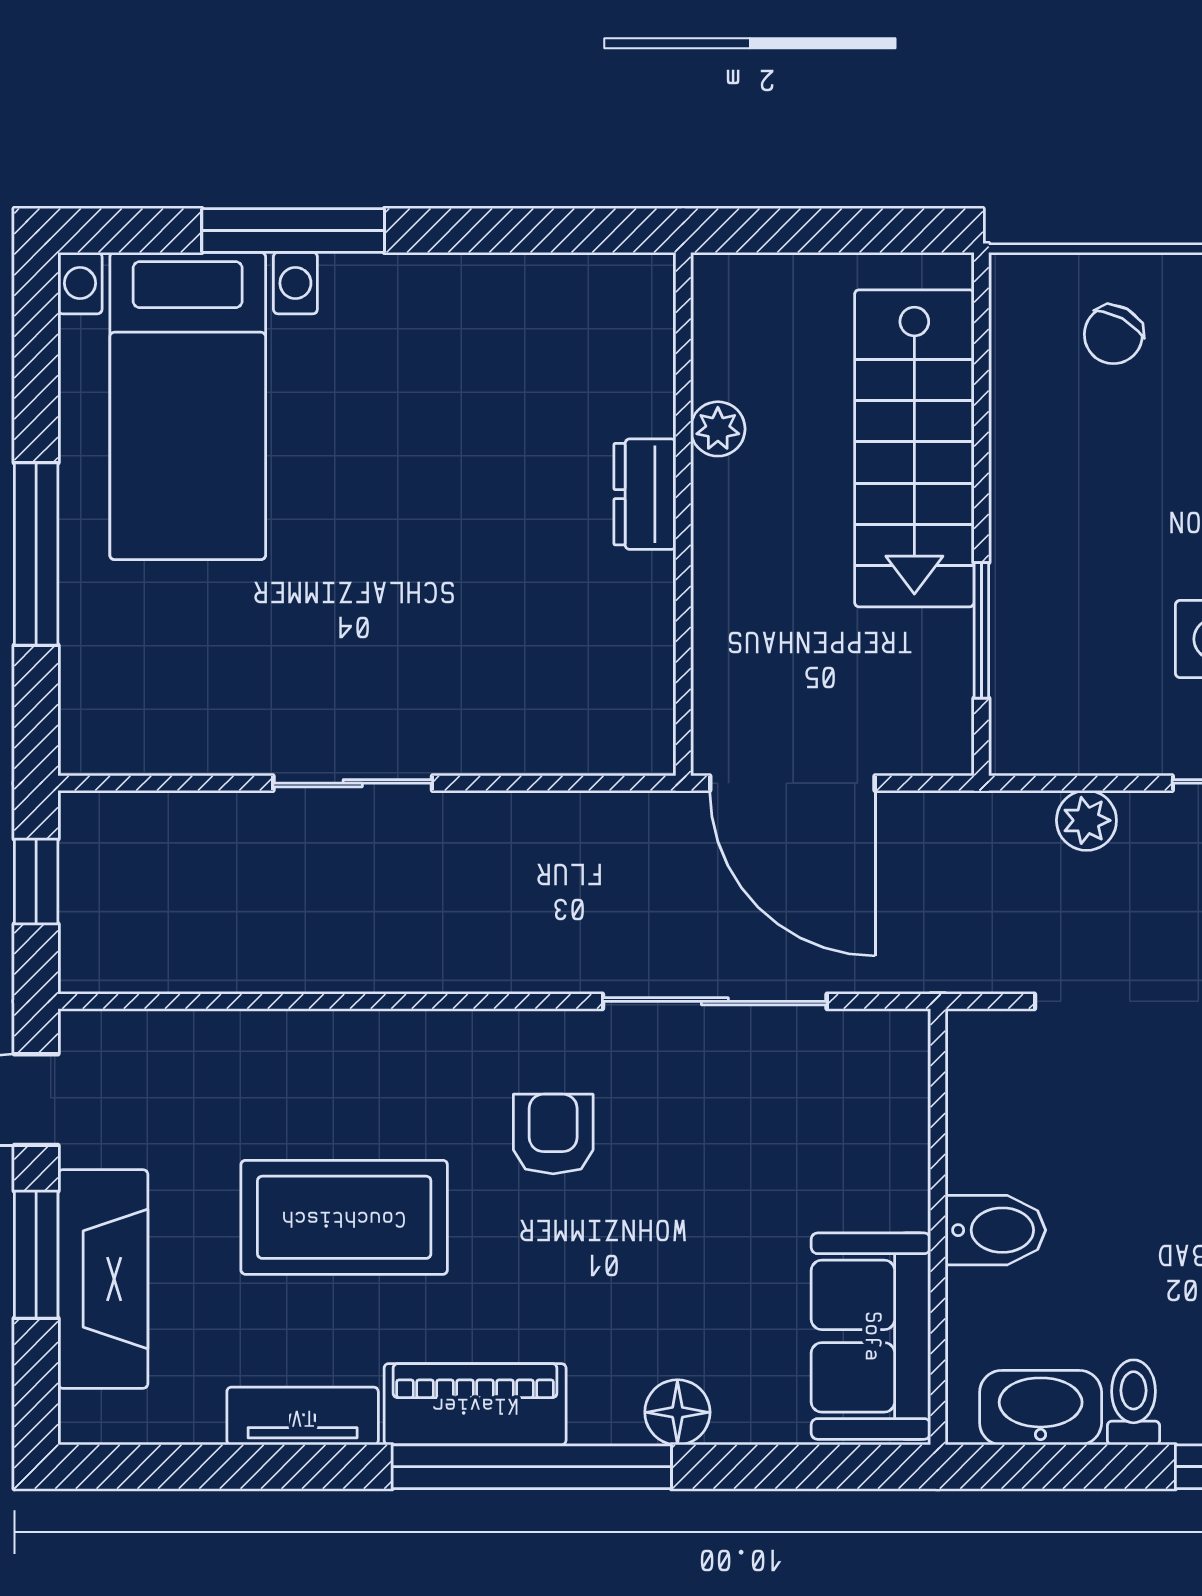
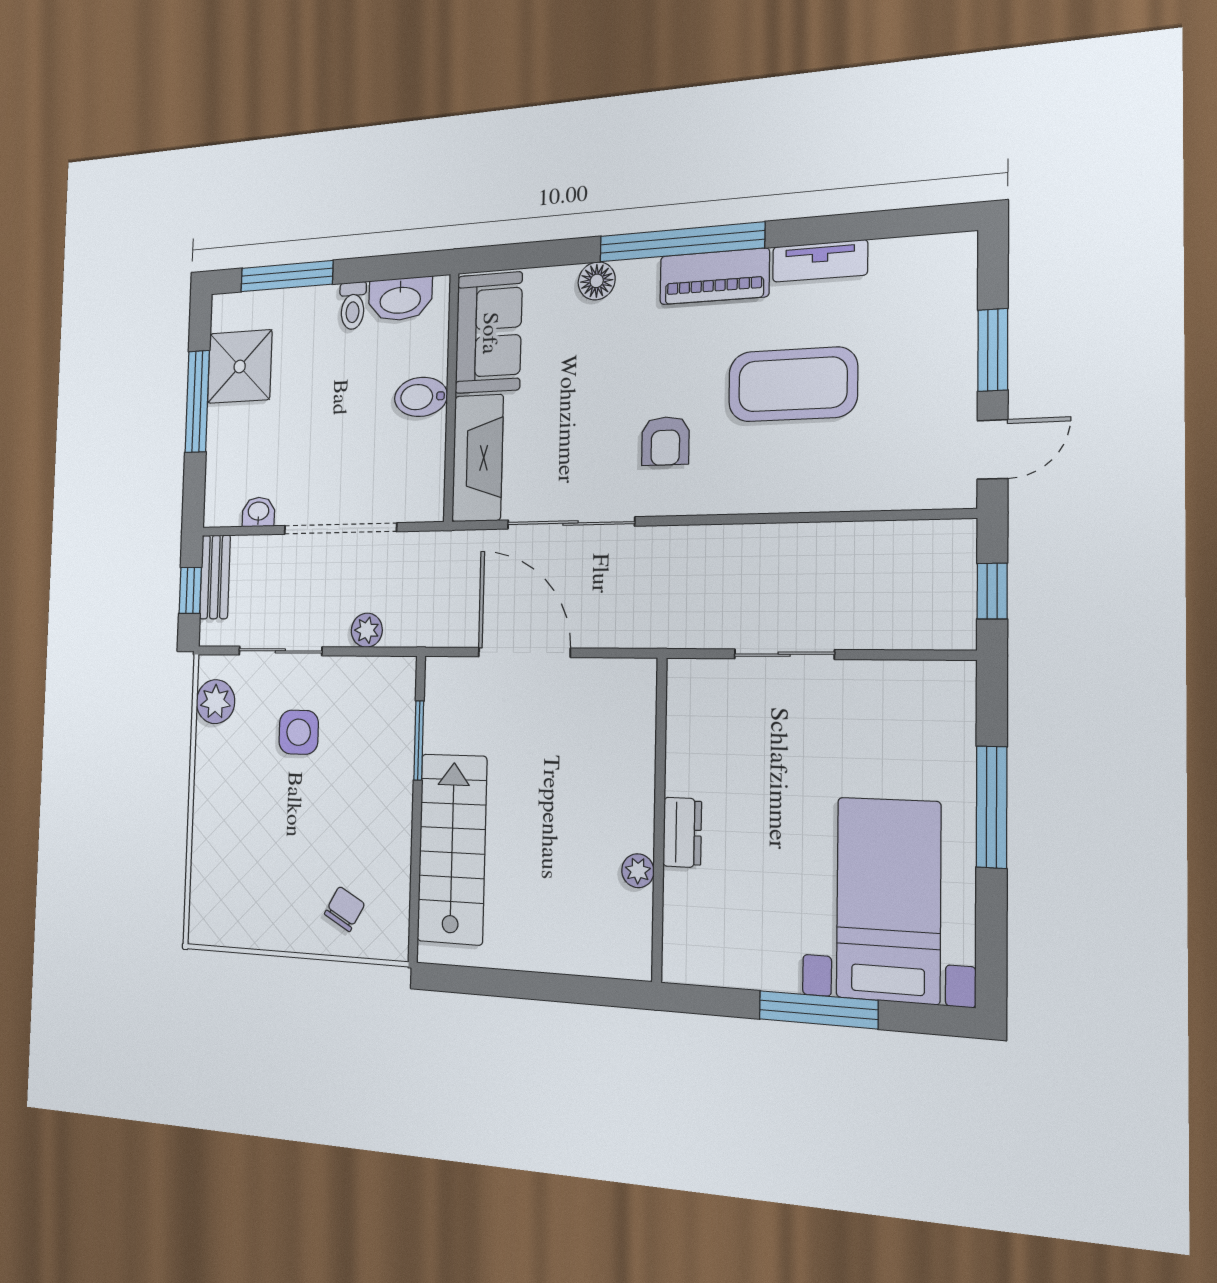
plant: (718, 429) -> (638, 871), moved
dresser: (645, 494) -> (682, 832), moved
wall: (683, 514) -> (659, 819), moved
fireplace: (103, 1279) -> (478, 458), moved, turned 180

